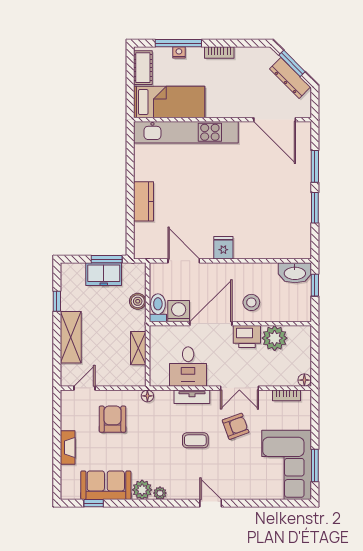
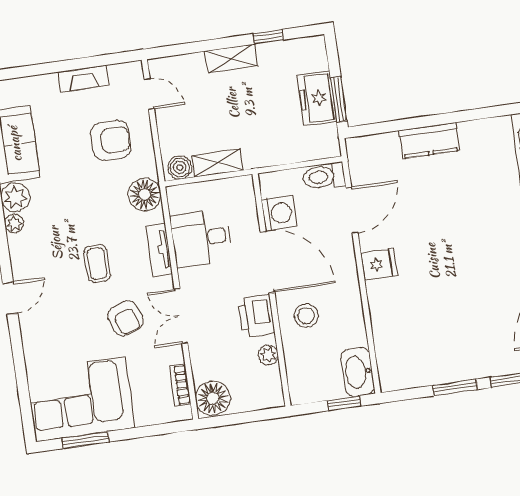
boiler: (138, 301) -> (180, 167), moved
toilet: (158, 308) -> (324, 176), moved, turned 180
shelving: (71, 337) -> (231, 58), width x0.67, depth x0.75
plant: (275, 338) -> (268, 355), width x0.53, depth x0.53
floor lamp: (304, 380) -> (213, 398), width x1.89, depth x1.89
floor lamp: (147, 396) -> (144, 194), width x1.89, depth x1.89
fireplace: (68, 447) -> (83, 79), moved

